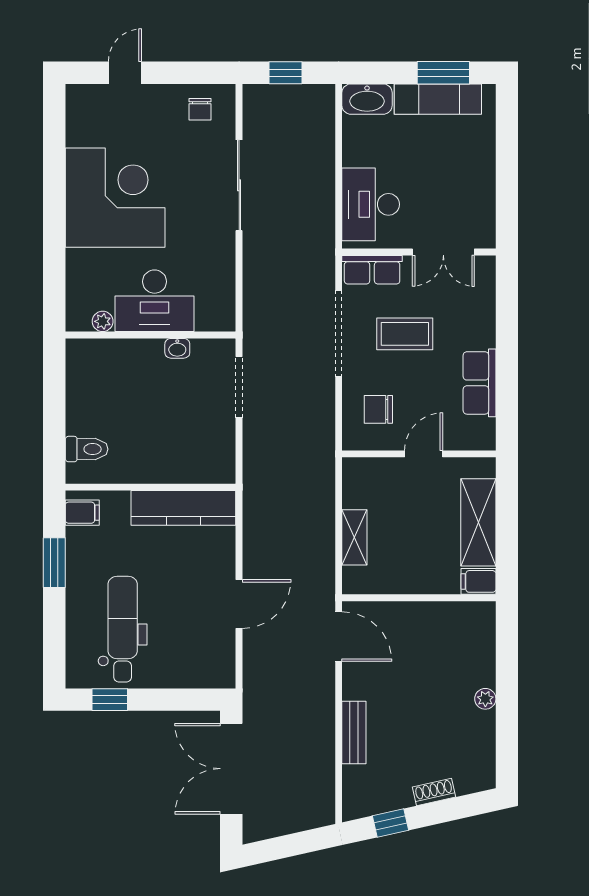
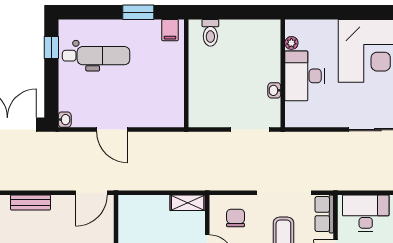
kitchen counter: (183, 508) -> (173, 94), removed
shelving: (354, 537) -> (188, 203), moved
washbasin: (223, 679) -> (65, 120), added

